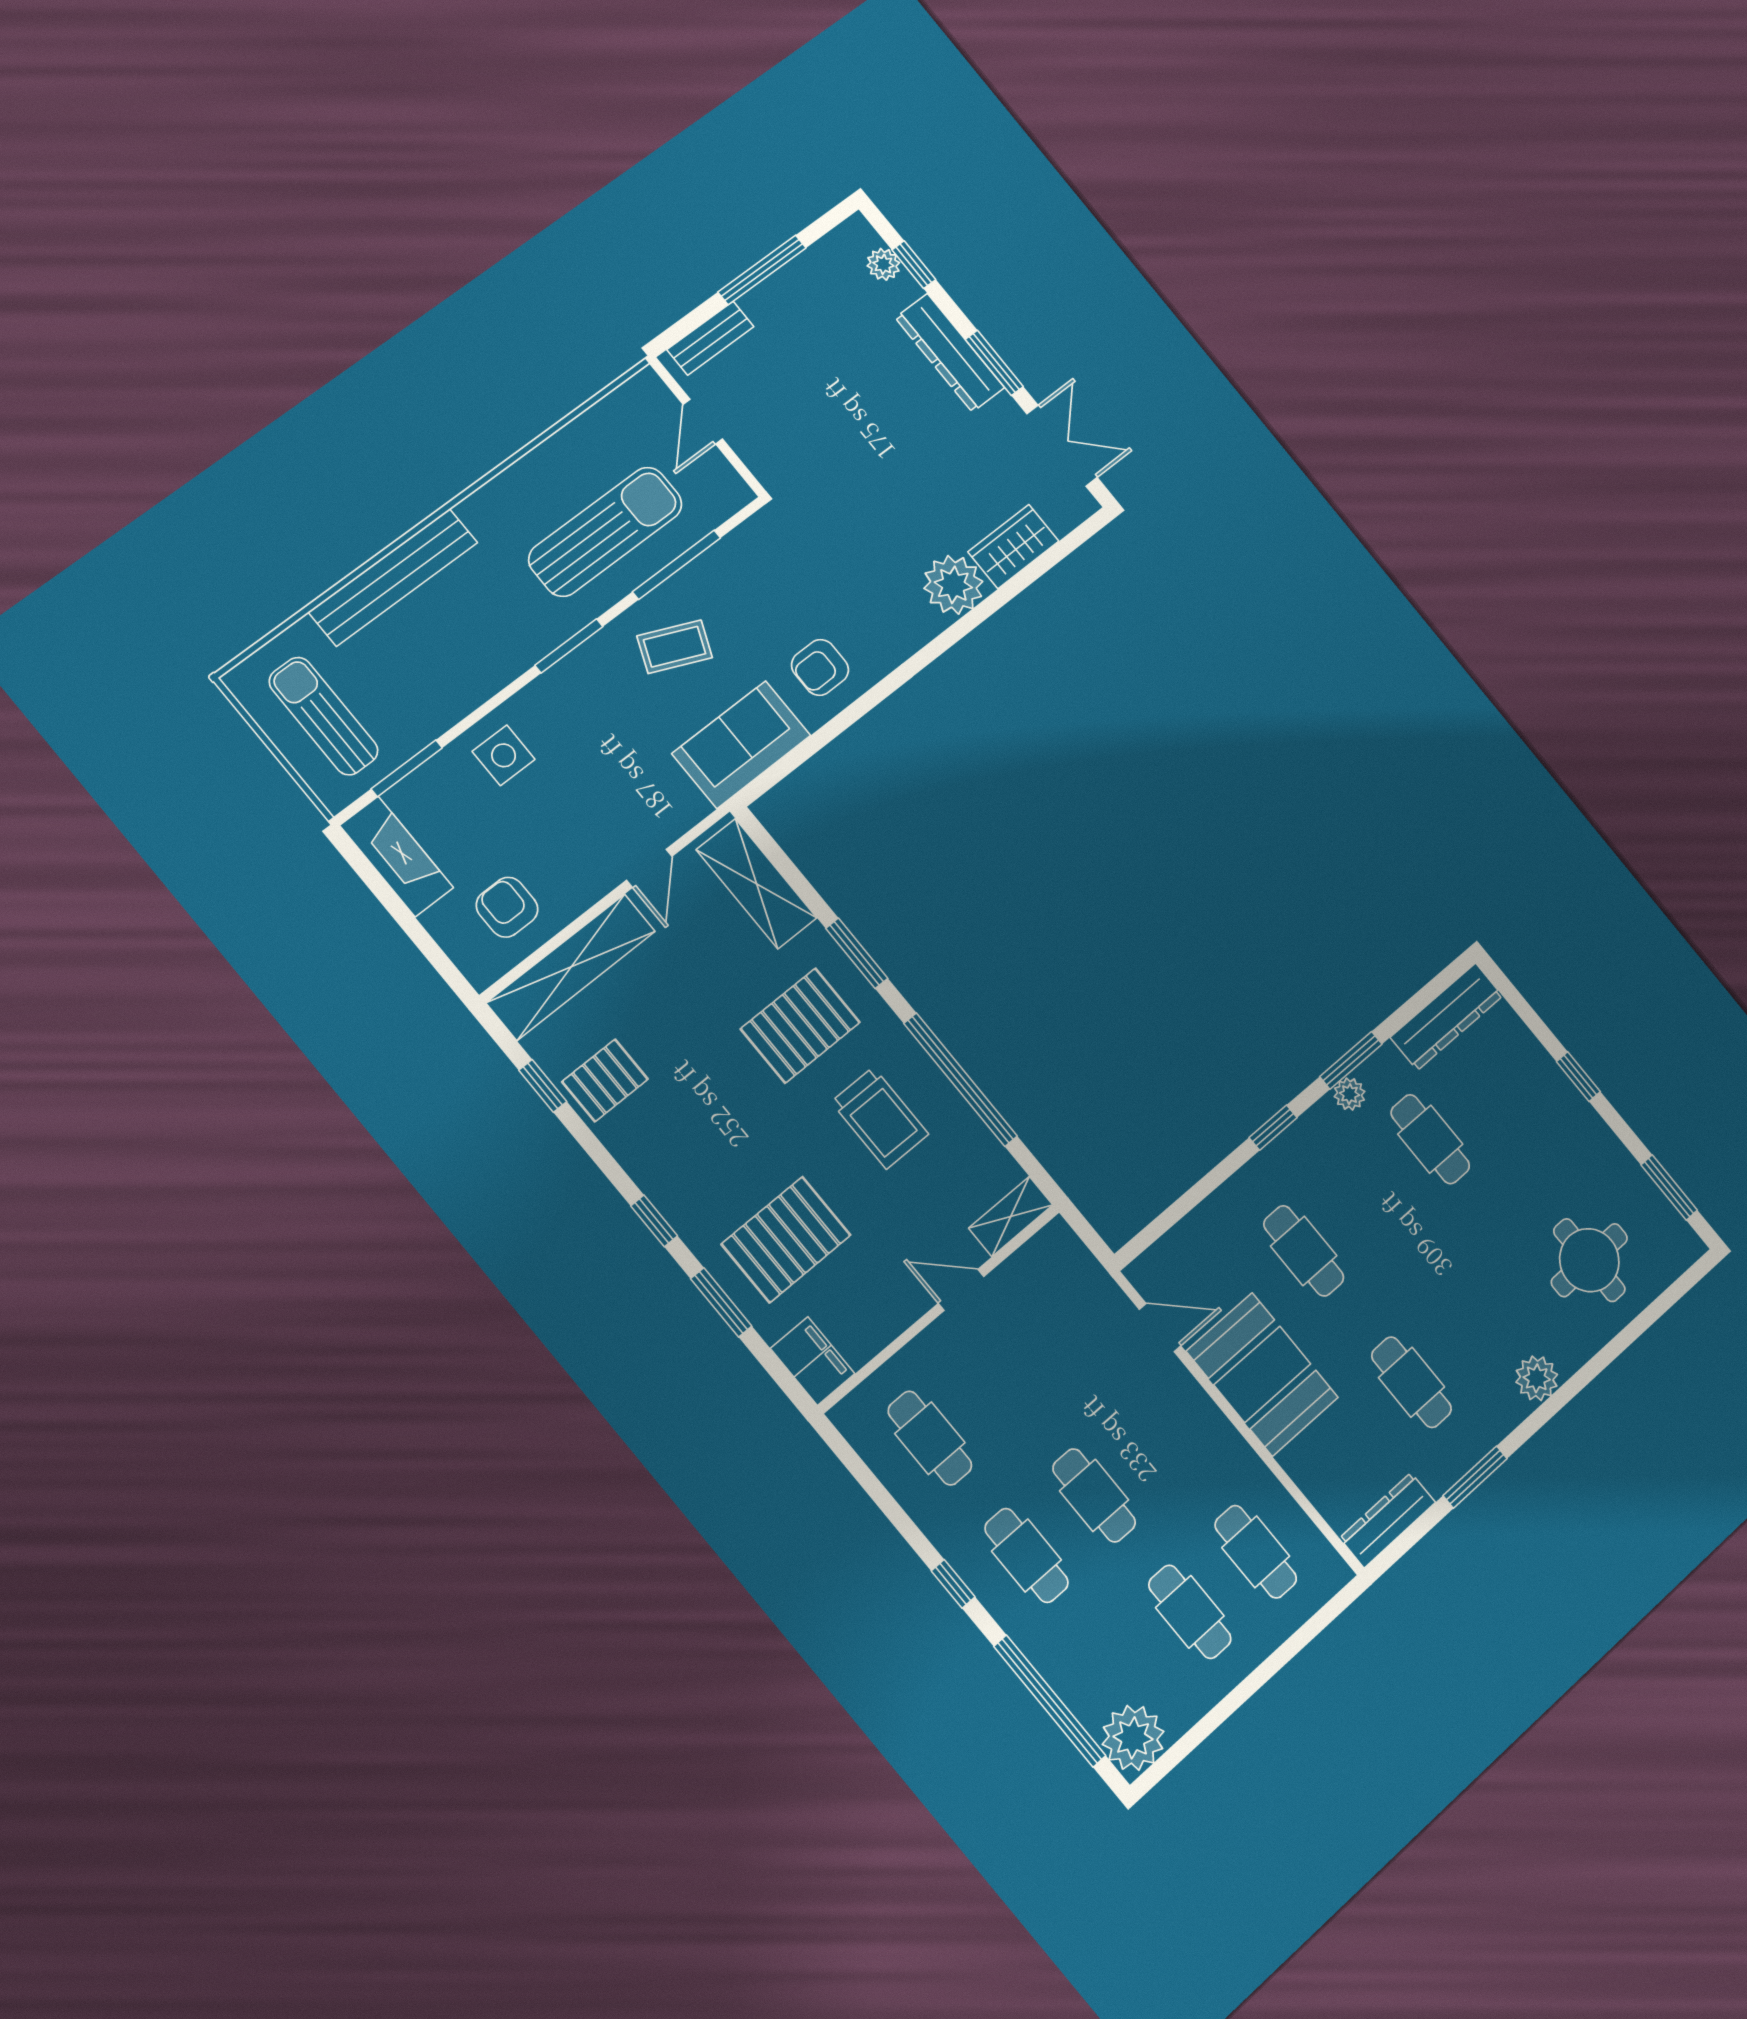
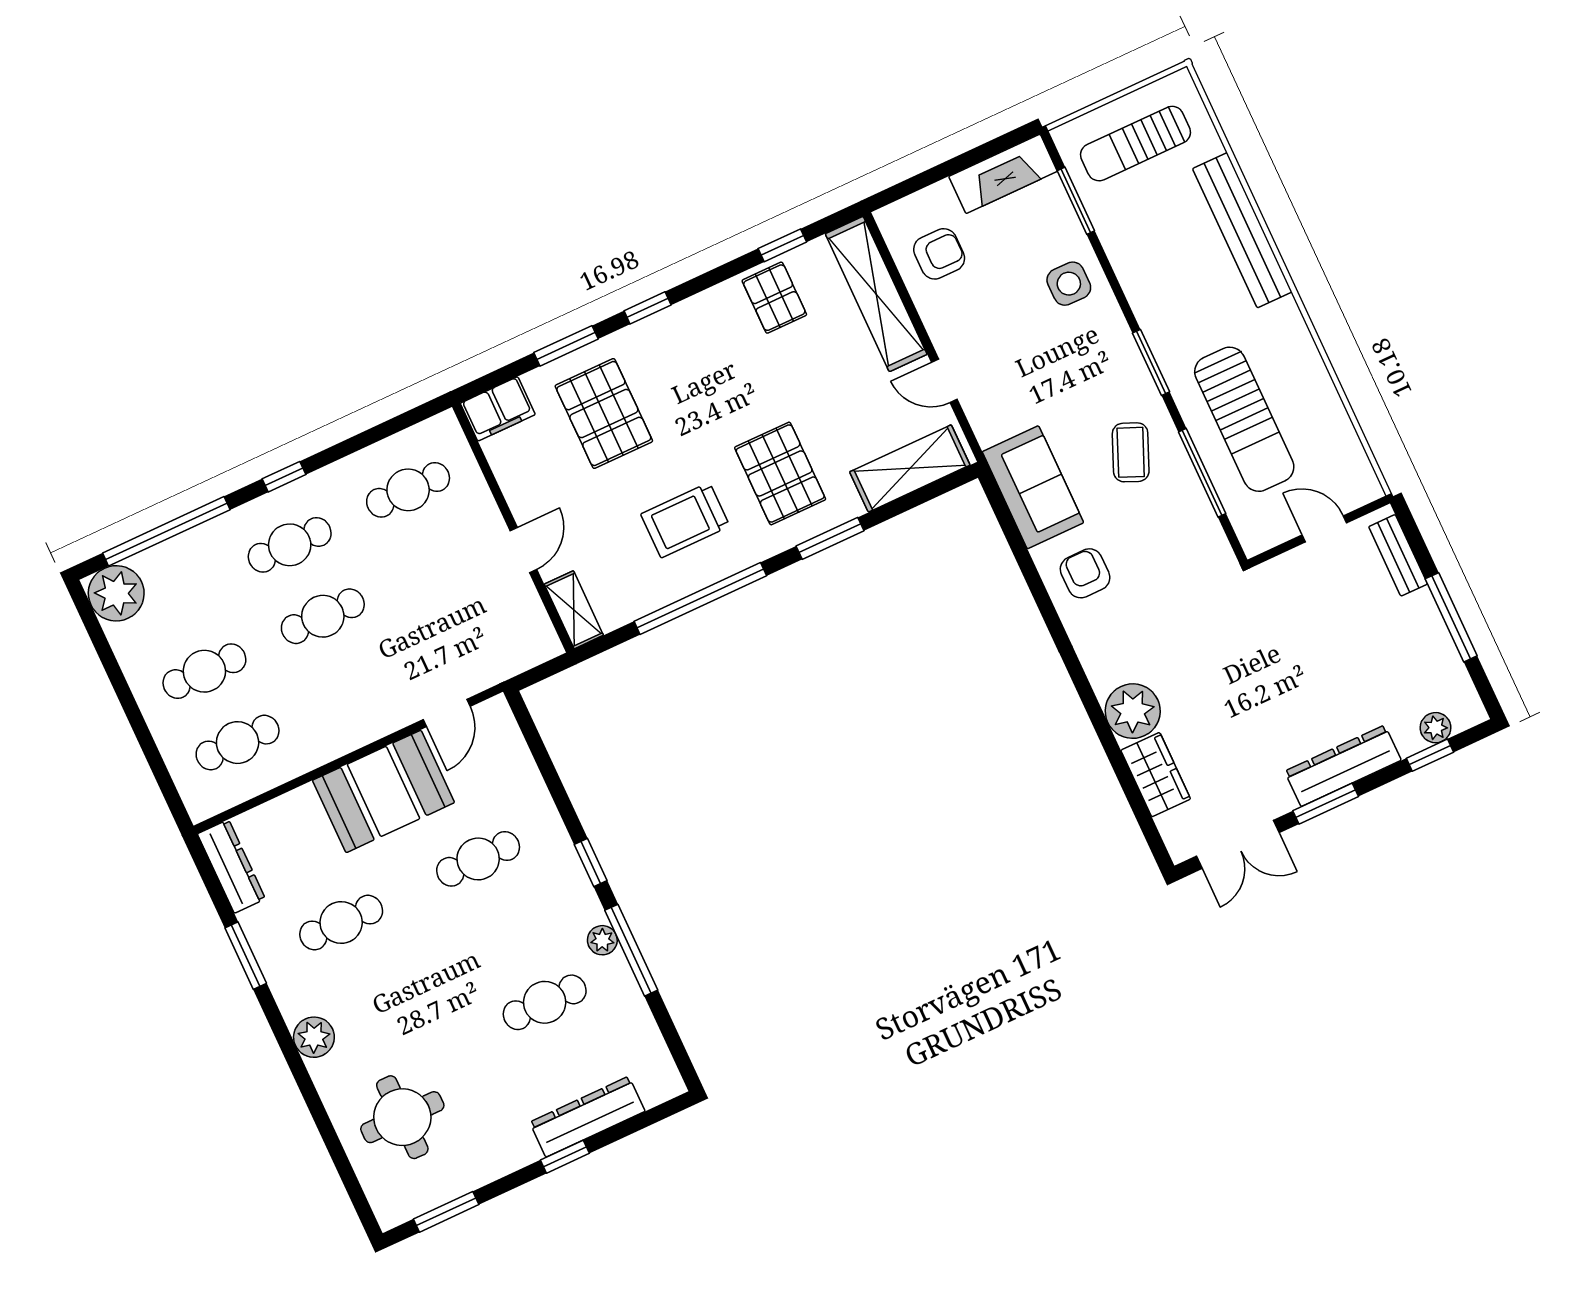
sun lounger: (324, 716) -> (1136, 144), turned 180
dresser: (1447, 1017) -> (587, 1117), moved, turned 90
window: (1351, 1060) -> (631, 950), width x1.44

